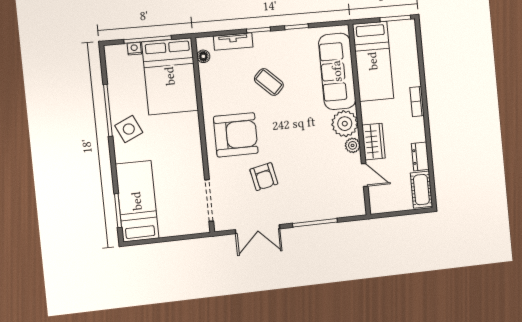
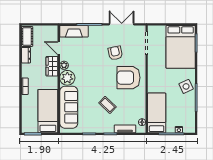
bed: (170, 76) -> (157, 113), width x0.67
bed: (137, 201) -> (181, 47), width x1.50
fireplace: (341, 208) -> (74, 31), added

